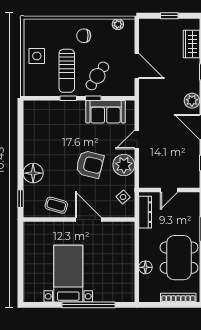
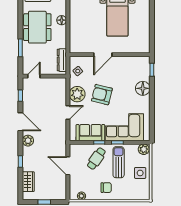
plant: (32, 89) -> (144, 149), added
corner sofa: (59, 119) -> (124, 127), added
door: (169, 190) -> (34, 76), moved
coffee table: (56, 205) -> (126, 65), removed
door: (88, 220) -> (103, 55), hinge flipped

